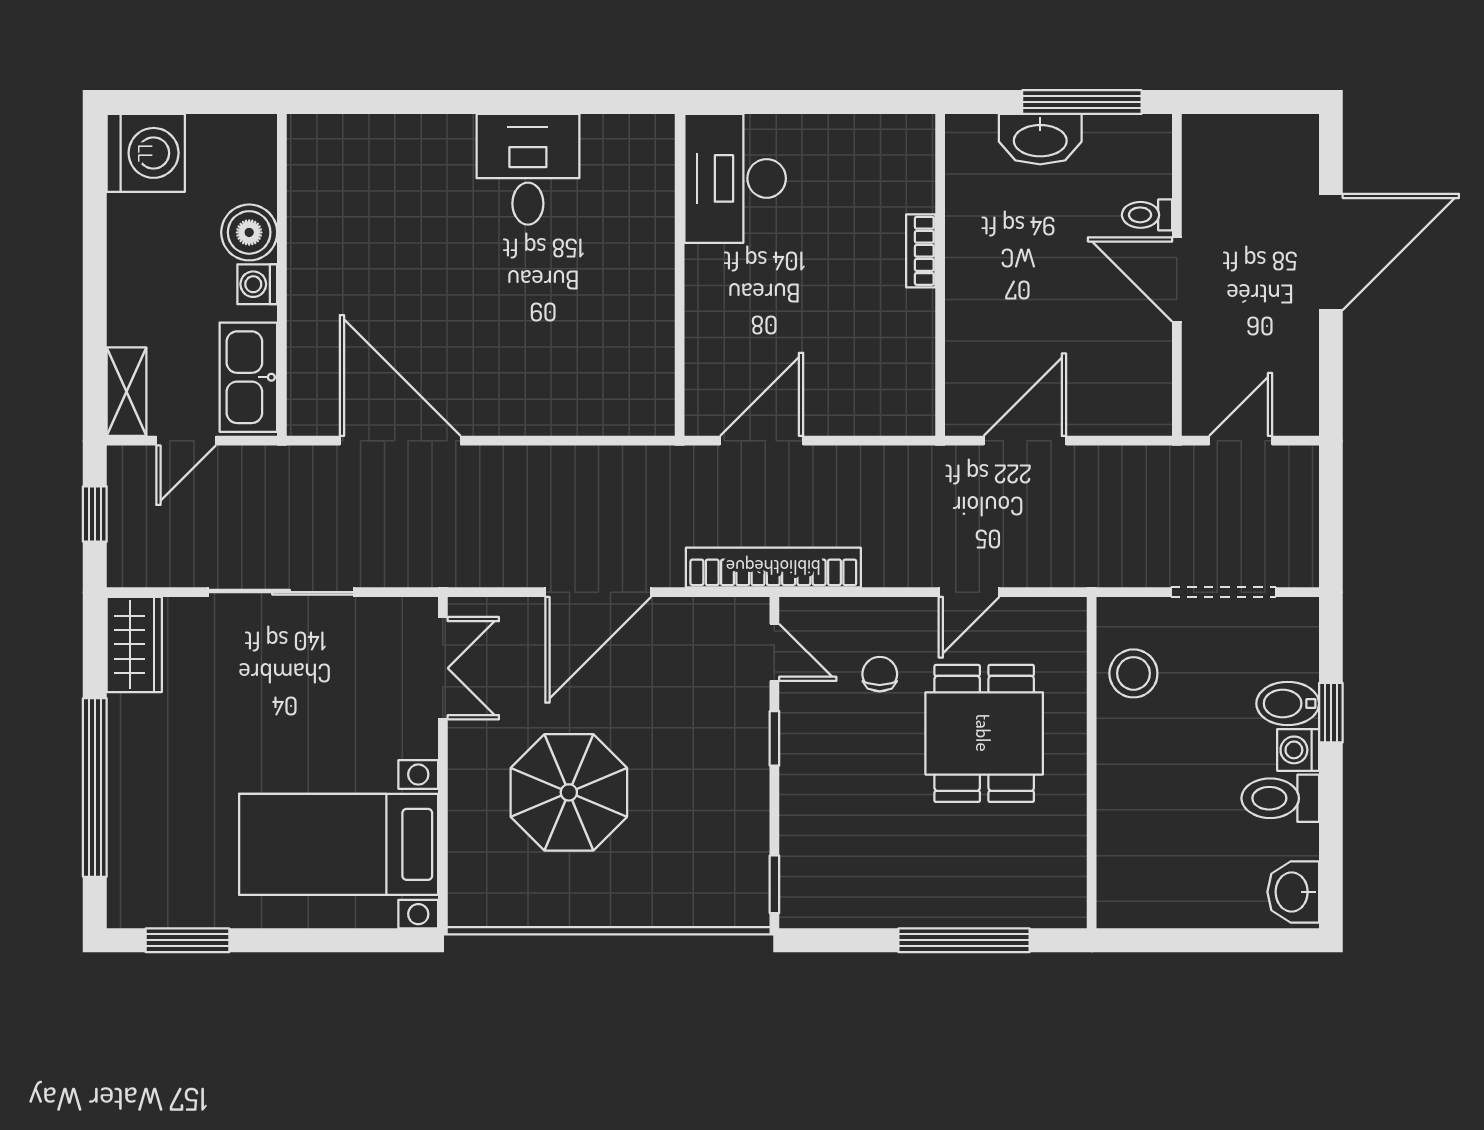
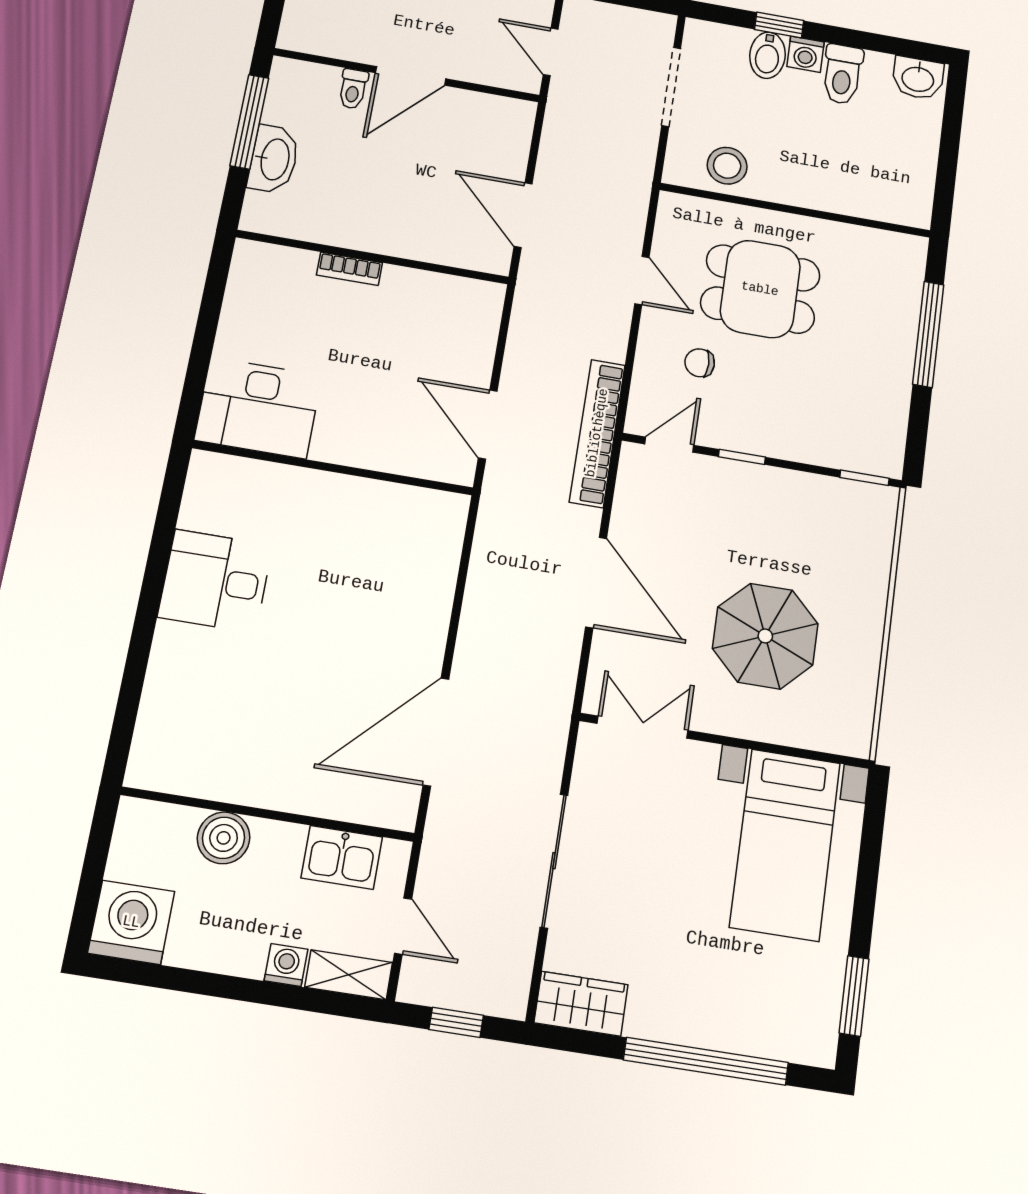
washing machine: (257, 284) -> (286, 965), moved, turned 180
kitchen sink: (248, 377) -> (342, 857), width x0.73

